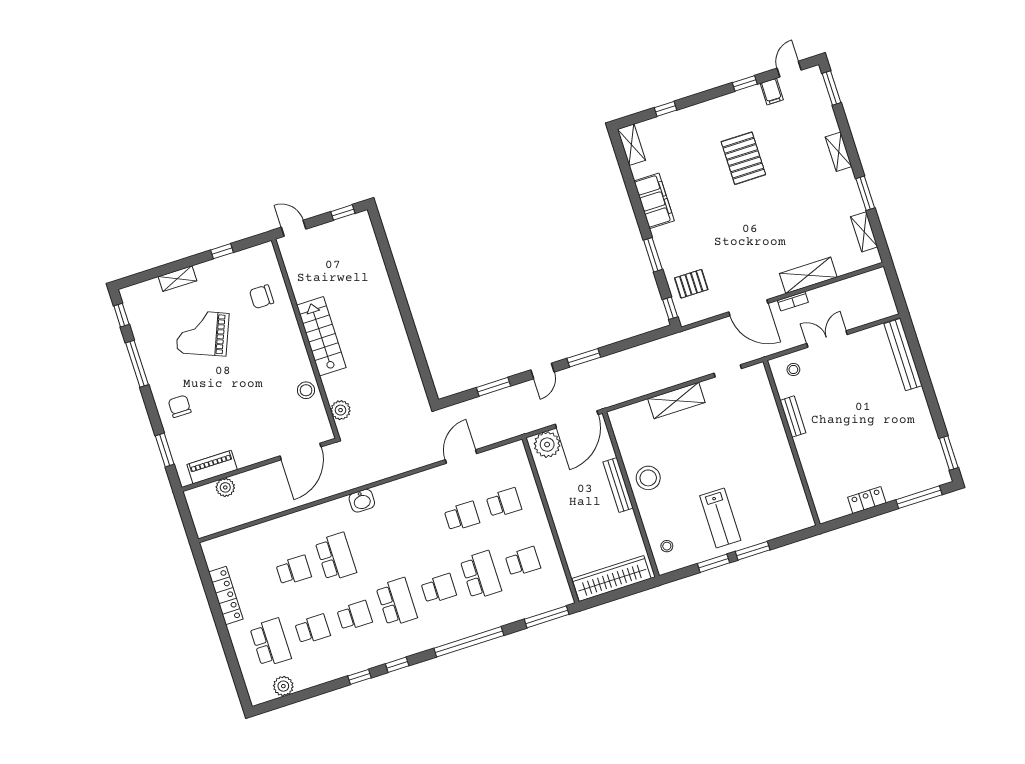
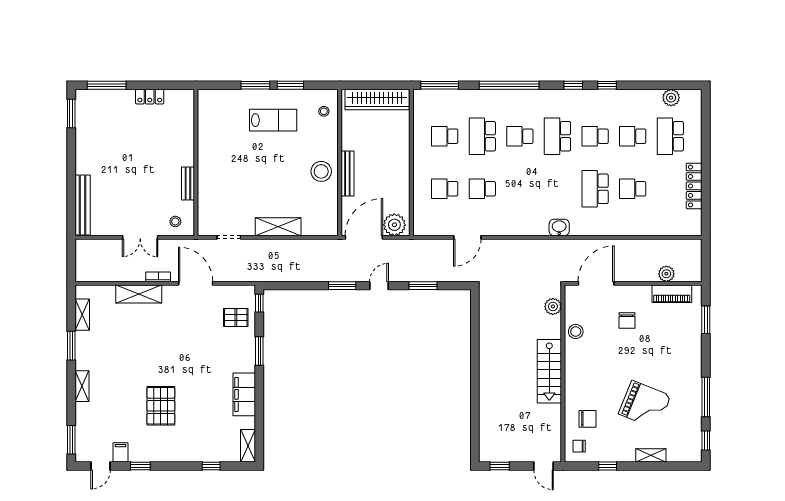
chair: (261, 263) -> (579, 446), added
chair: (180, 406) -> (627, 320), moved
lab bench: (720, 518) -> (273, 120), turned 90

